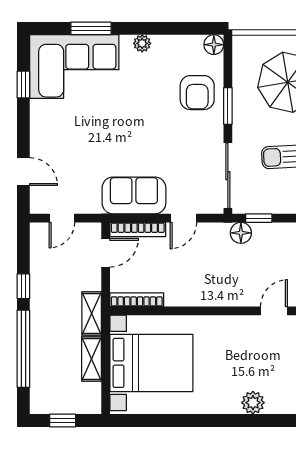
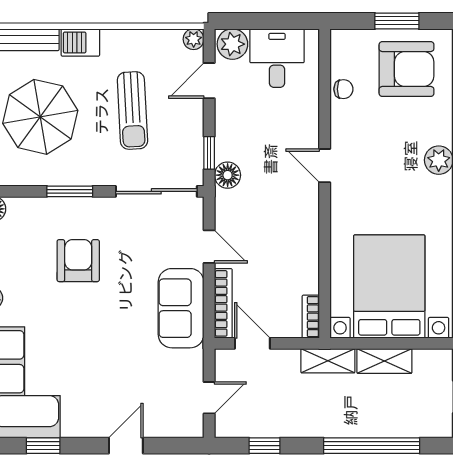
armchair: (197, 93) -> (78, 261), moved, turned -90
door: (23, 172) -> (126, 446), moved
door: (62, 218) -> (209, 398), hinge flipped
window: (23, 286) -> (265, 446), moved
bookcase: (137, 300) -> (311, 317), width x0.64
door: (274, 311) -> (325, 166), moved

